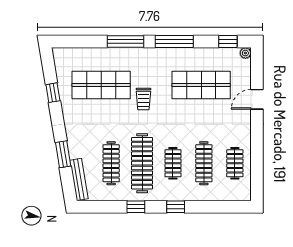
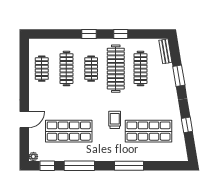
window: (174, 42) -> (79, 166), moved
bench: (79, 179) -> (165, 51), width x0.73

